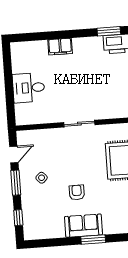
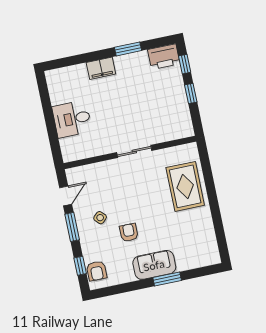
window: (109, 31) -> (128, 49), moved
armchair: (77, 192) -> (129, 233), moved
armchair: (32, 224) -> (97, 271), added

